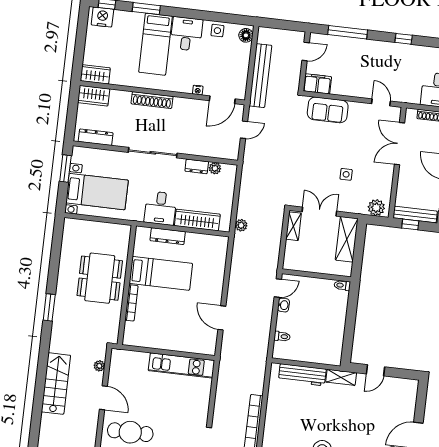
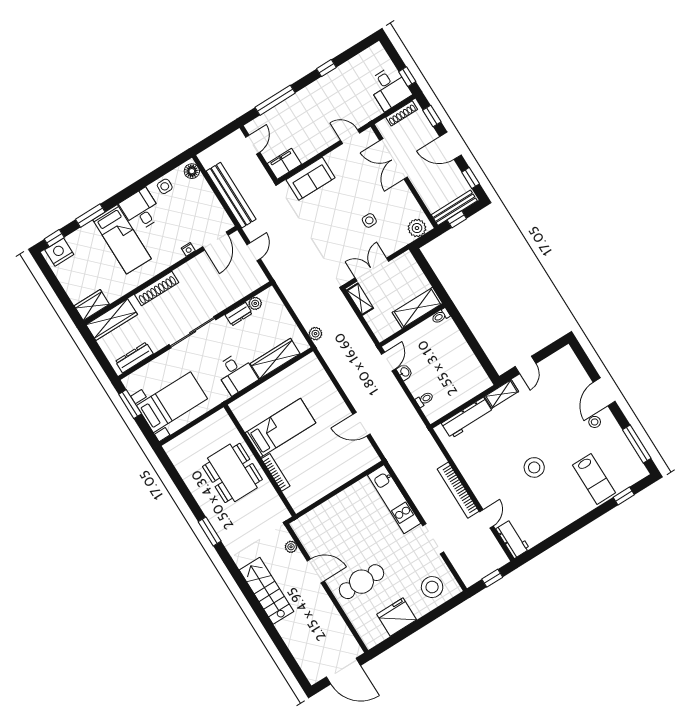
wardrobe: (94, 96) -> (112, 320), width x1.50
dresser: (168, 236) -> (261, 392), removed
shelving: (347, 239) -> (417, 308), moved, turned 90
kitchen unit: (181, 365) -> (394, 499), moved, turned 90

